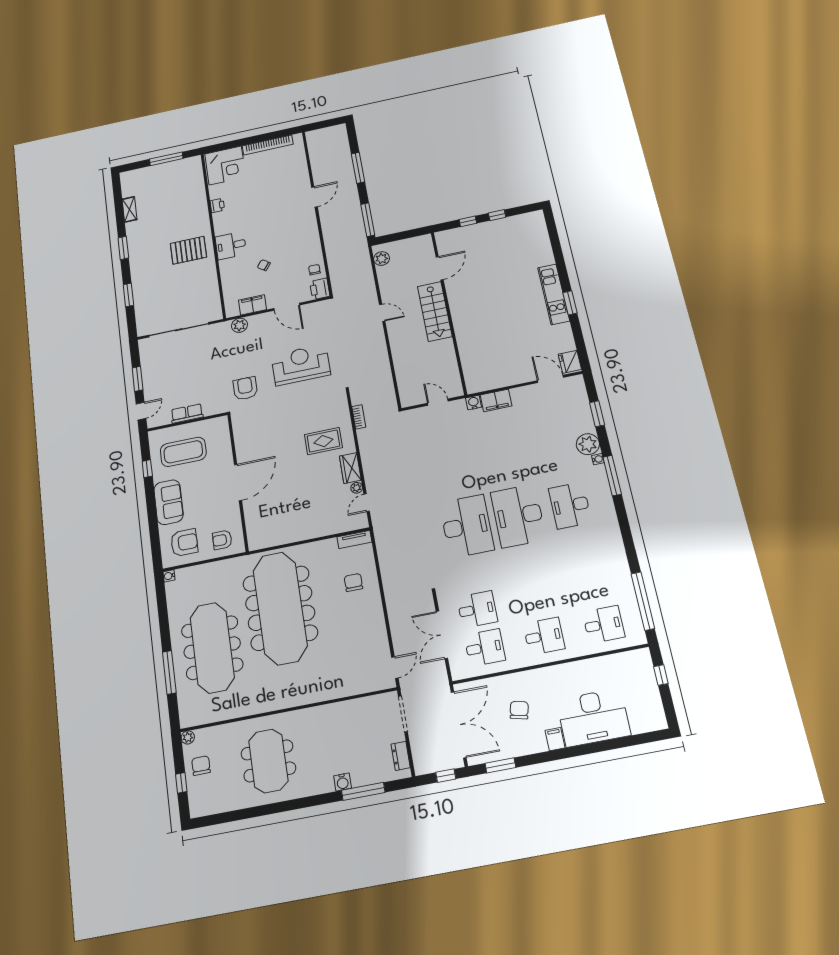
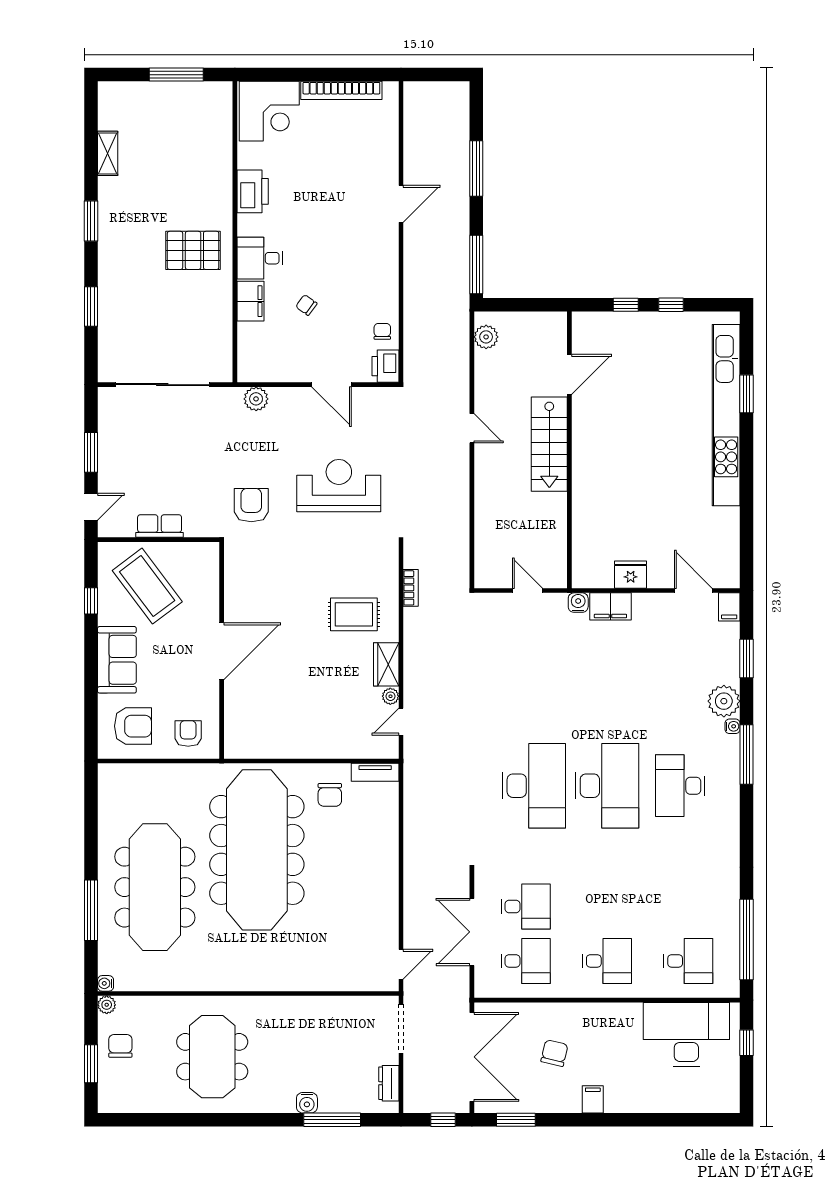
printer: (217, 205) -> (253, 191), width x1.87, depth x1.48
kitchen unit: (554, 294) -> (726, 415), width x1.86
window: (570, 303) -> (746, 394), moved
filing cabinet: (253, 305) -> (251, 301), moved, turned 90
fridge: (570, 362) -> (631, 575), moved, turned 90
filing cabinet: (577, 384) -> (729, 607), added
coffee table: (183, 452) -> (147, 586), turned 53
desk: (518, 516) -> (607, 786), turned 180
armchair: (222, 540) -> (188, 733), turned 90
water cooler: (169, 576) -> (106, 983), moved
chair: (353, 582) -> (330, 795), moved, turned 180
desk: (593, 717) -> (686, 1035), moved, turned 180
window: (181, 783) -> (91, 1064), width x1.50

